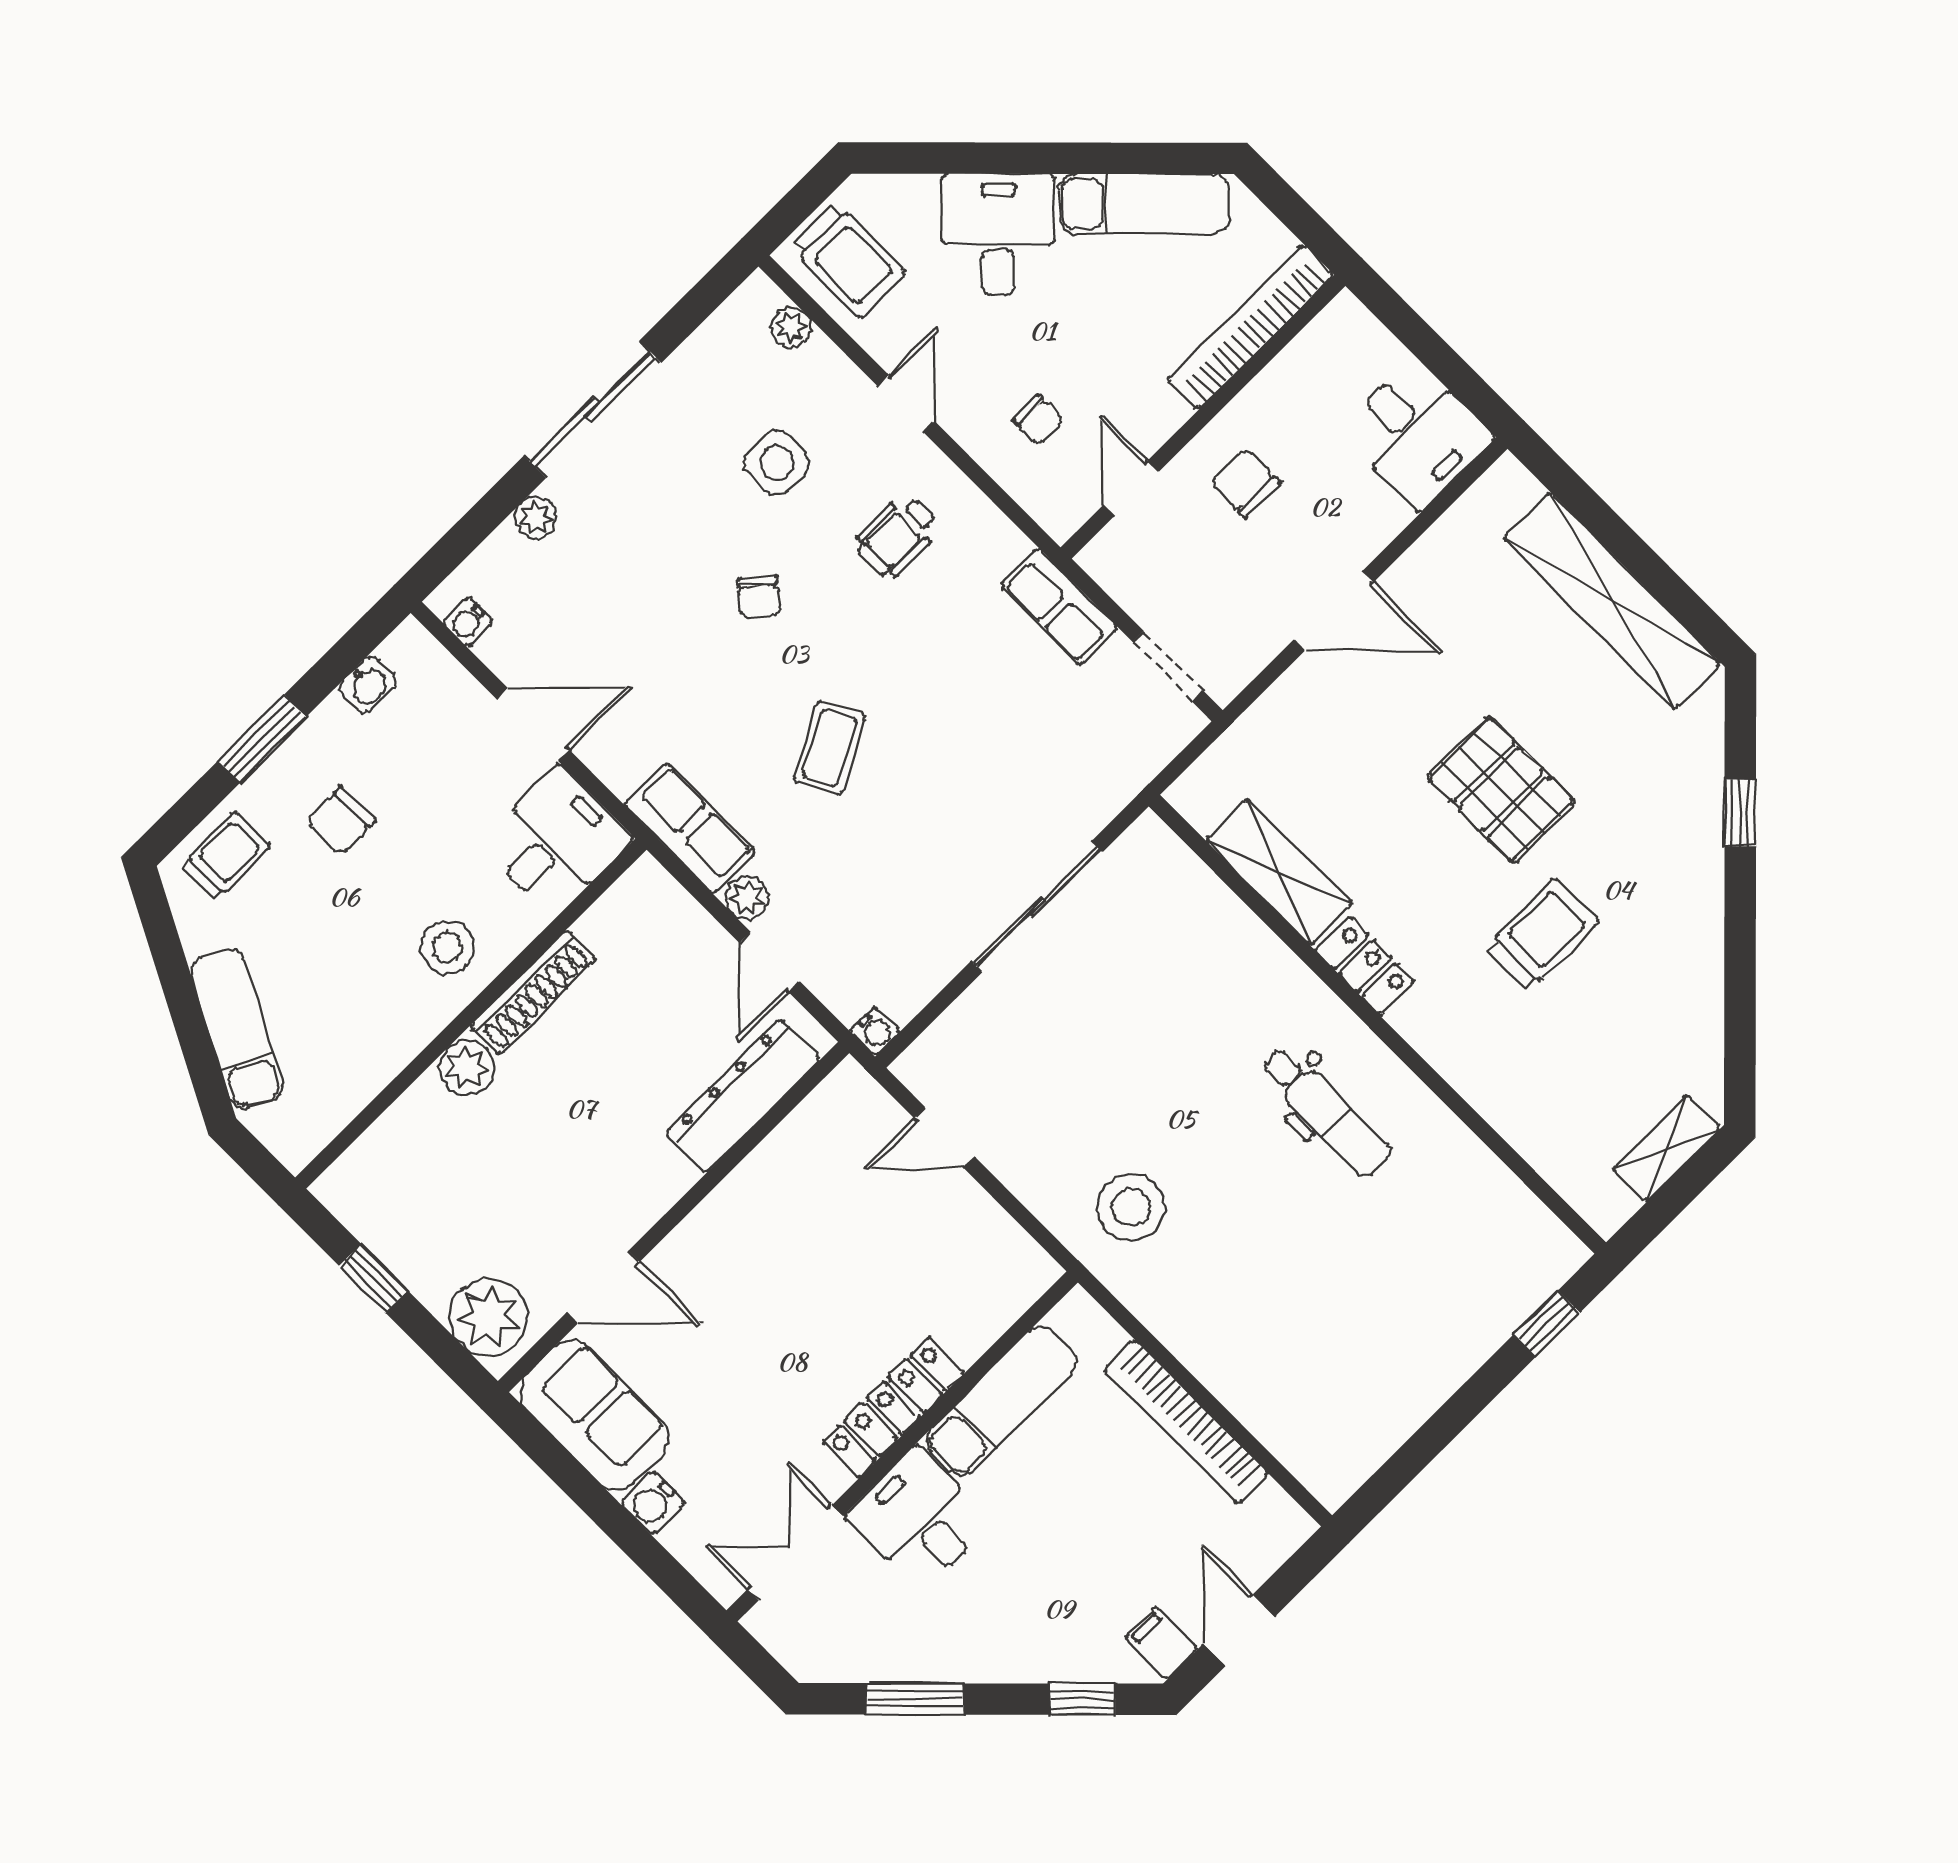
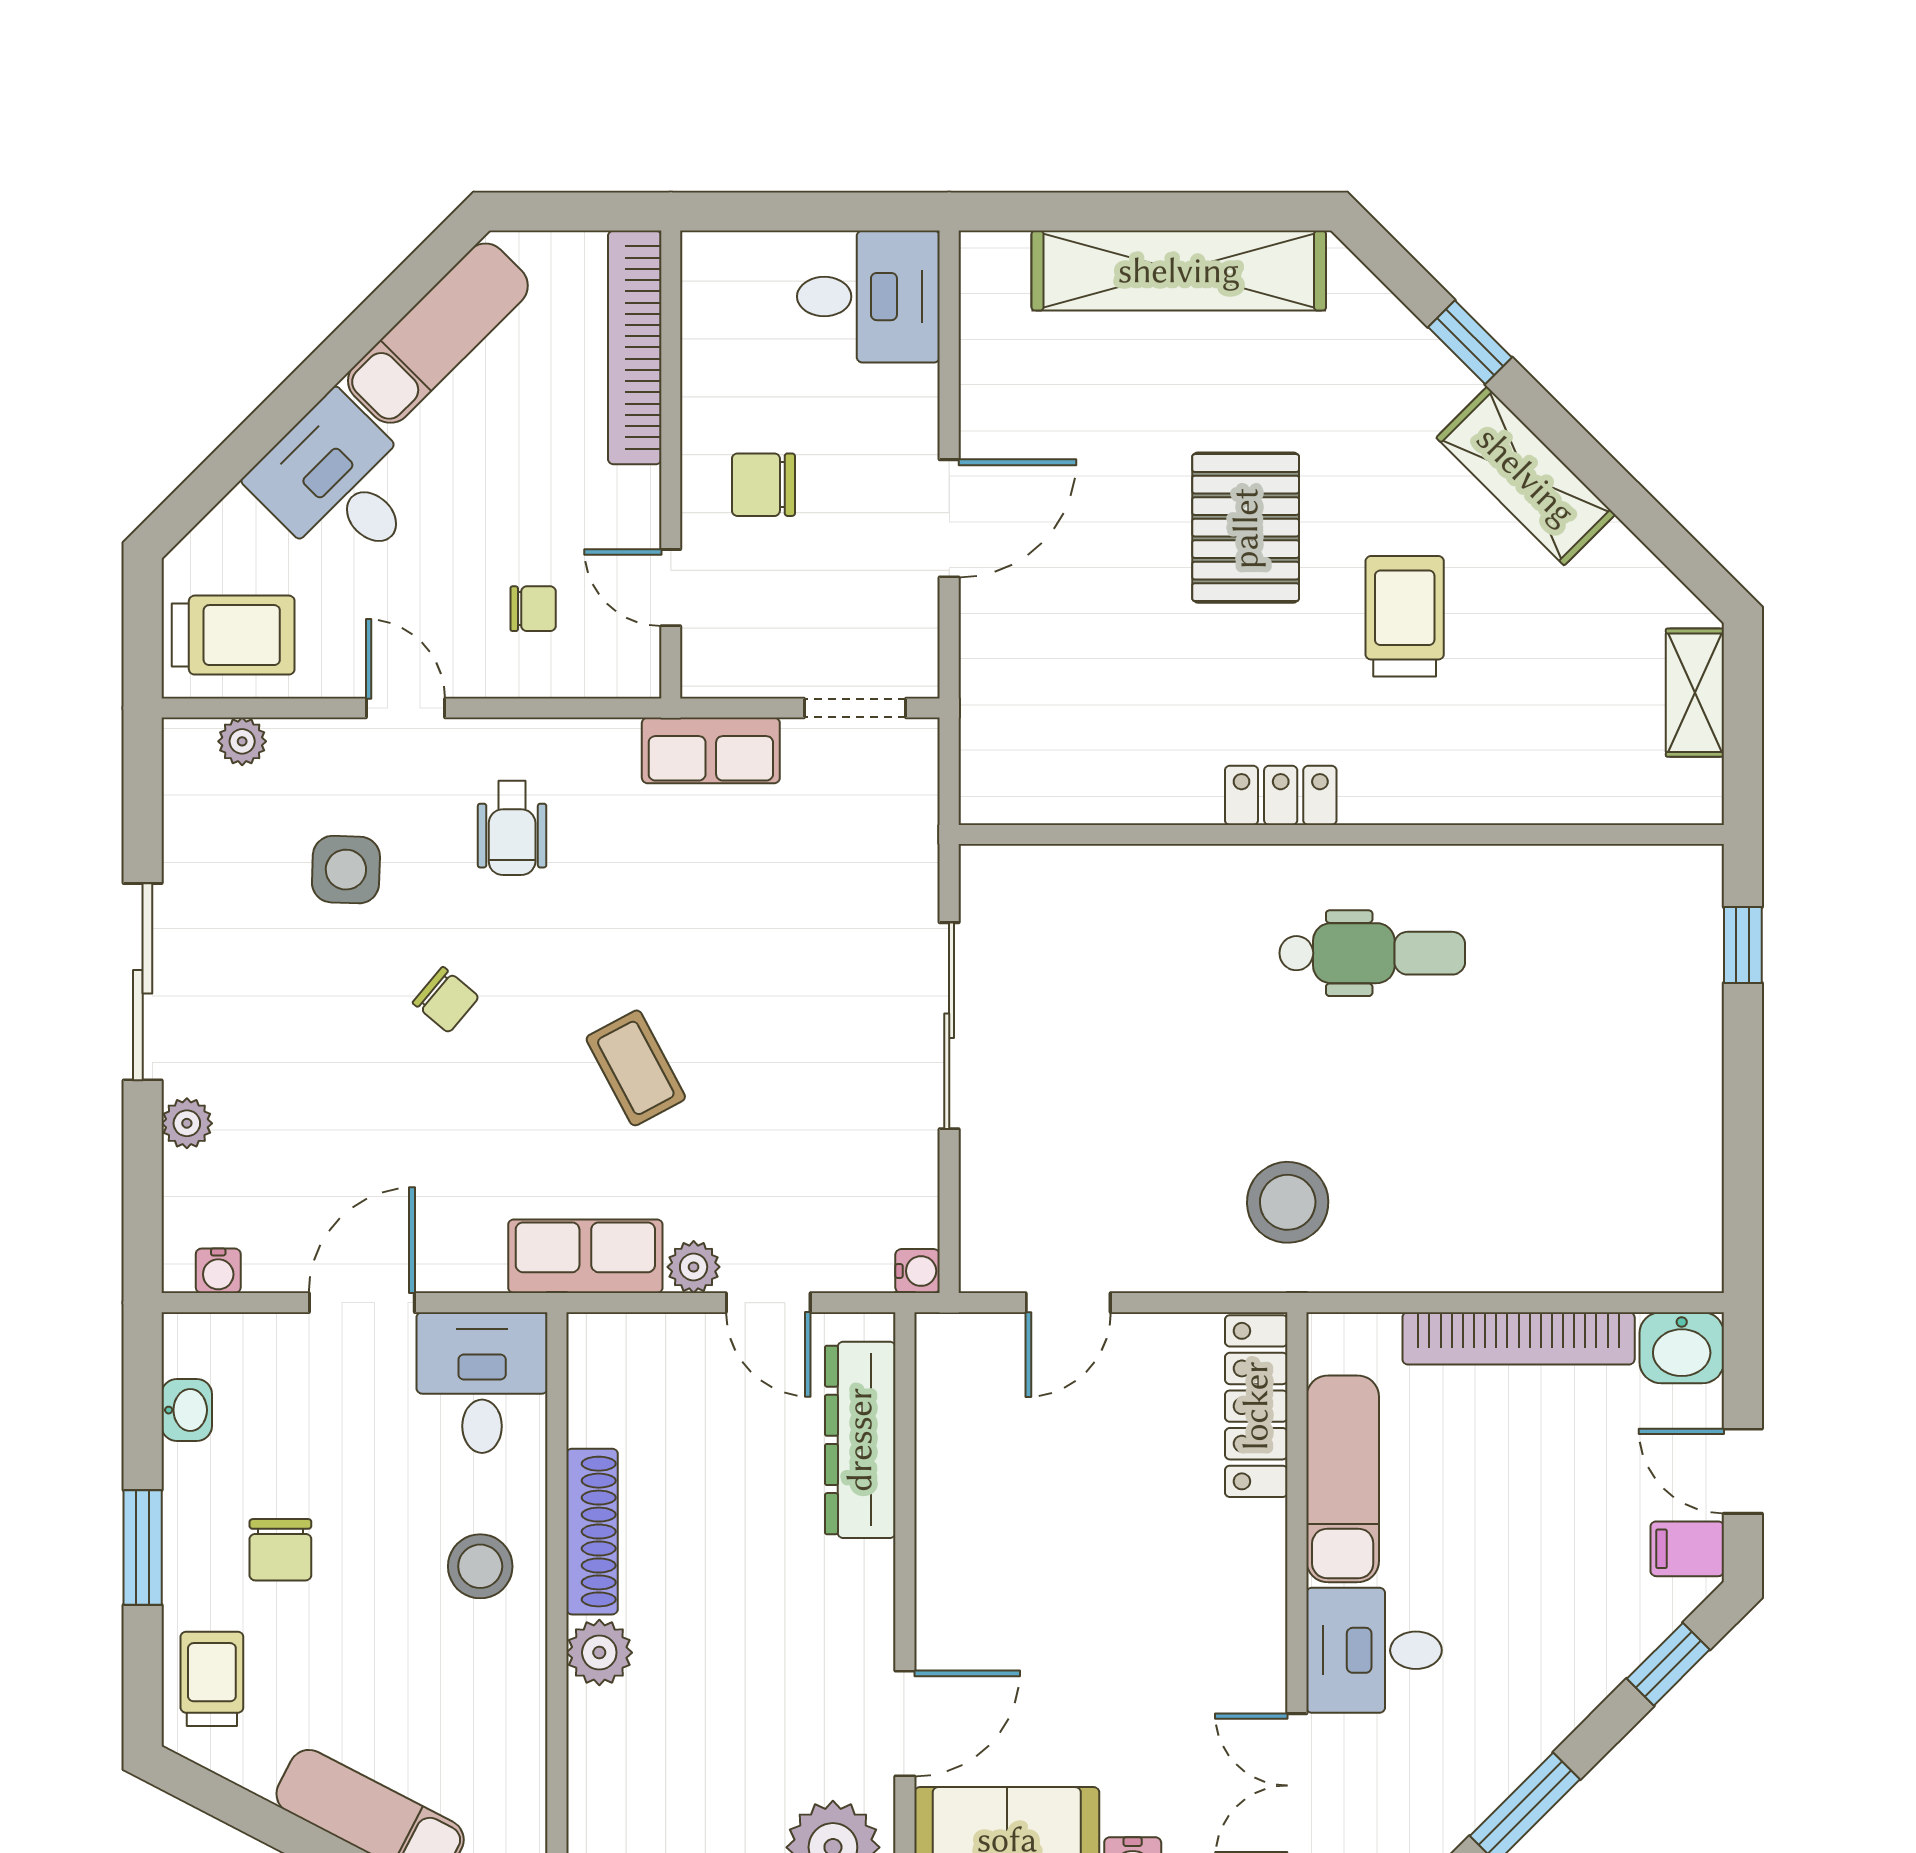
pallet: (1501, 790) -> (1246, 528), turned 90
shelving: (1279, 872) -> (1526, 476), moved, turned 45
locker: (893, 1408) -> (1256, 1406), moved
washbasin: (1276, 1523) -> (1682, 1348), added

